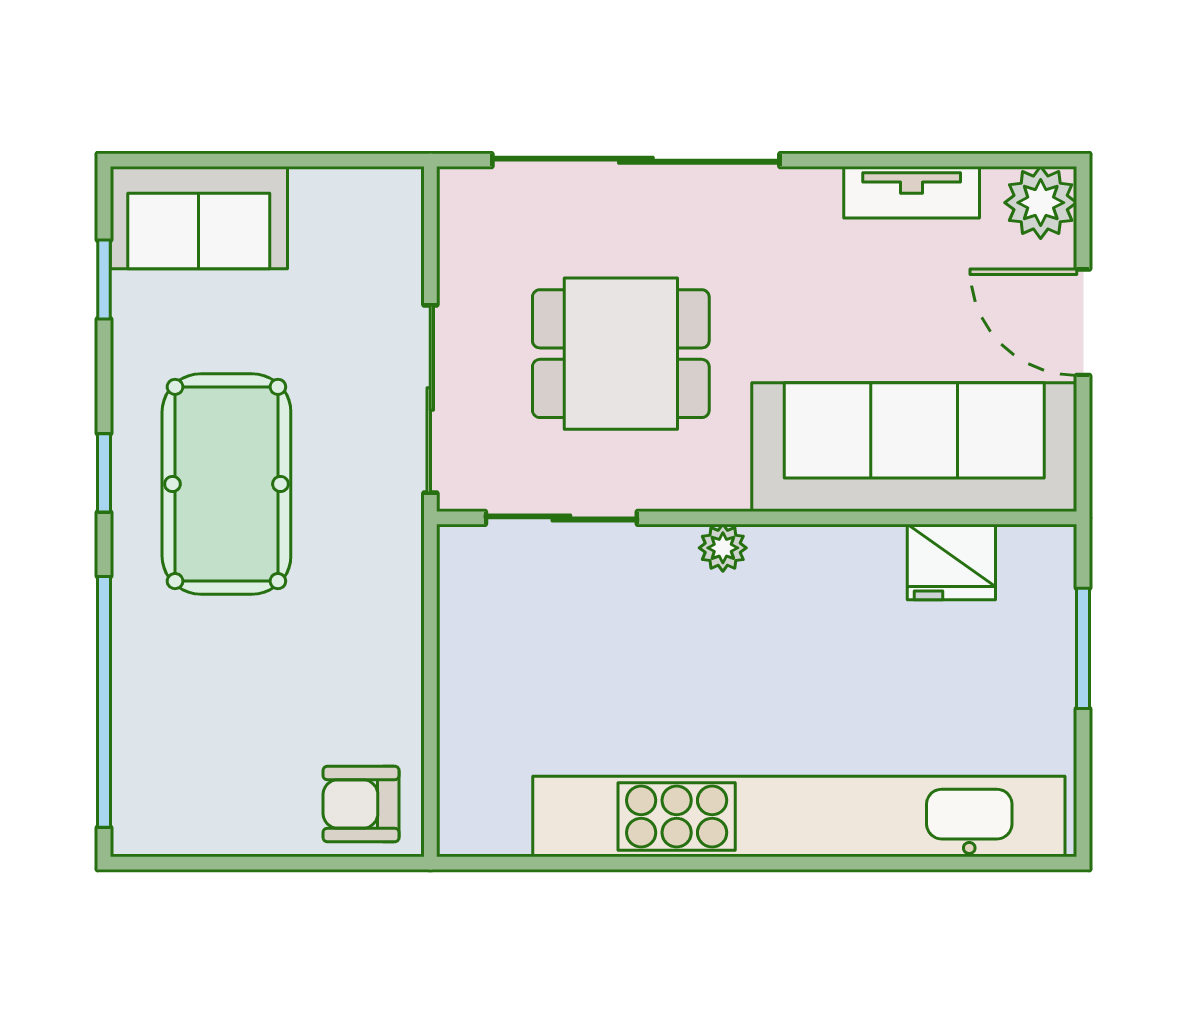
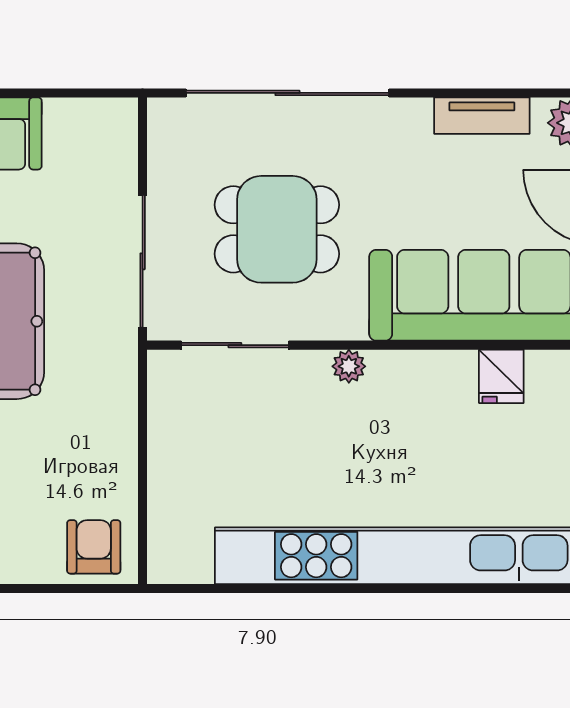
fridge: (951, 562) -> (501, 376), width x0.72
armchair: (361, 804) -> (94, 547), turned 90

